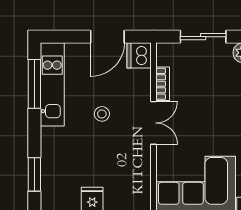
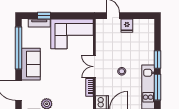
window: (34, 174) -> (158, 59), moved

